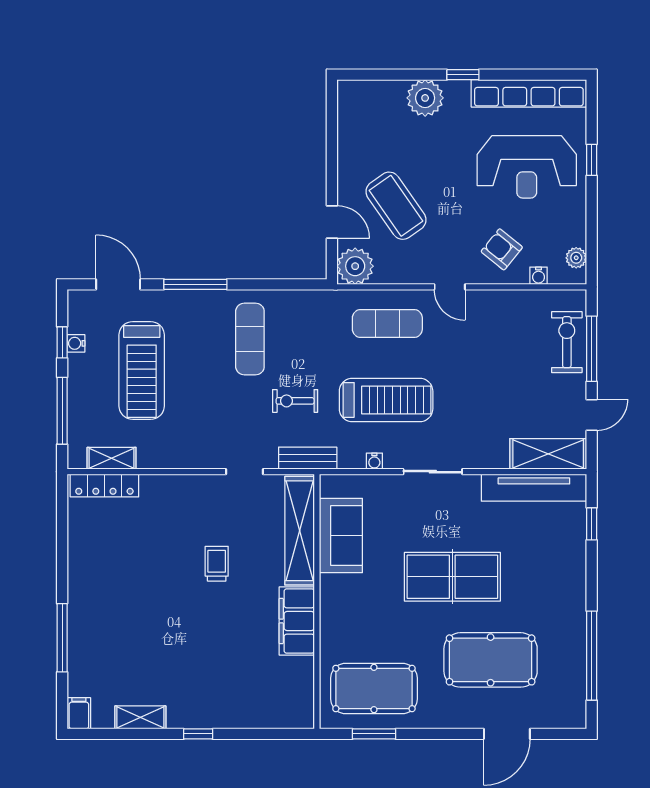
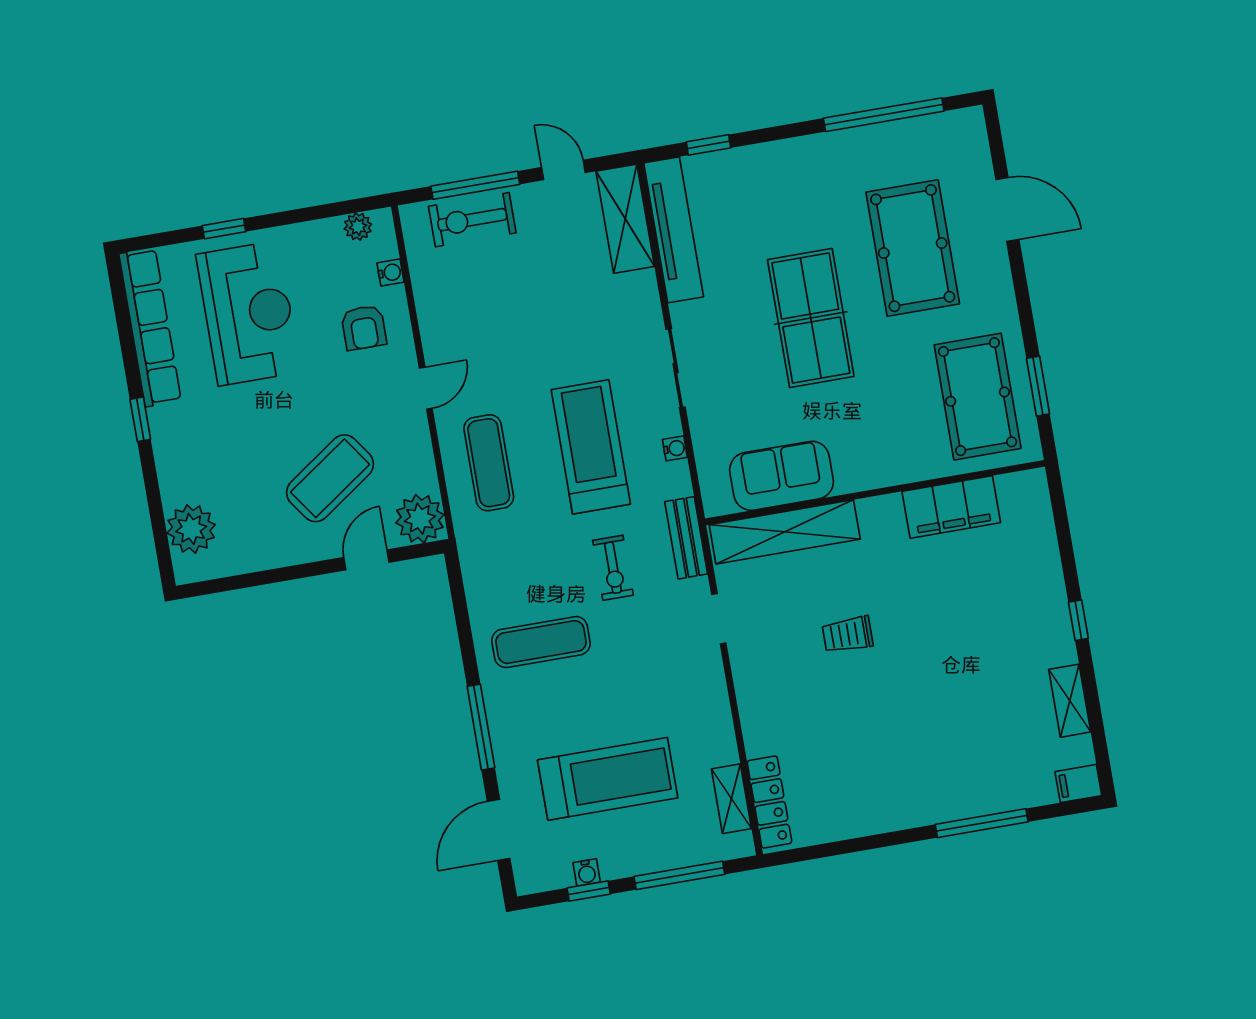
plant: (425, 98) -> (191, 529), moved
armchair: (502, 249) -> (364, 328), turned -39
filing cabinet: (297, 621) -> (951, 507), moved

